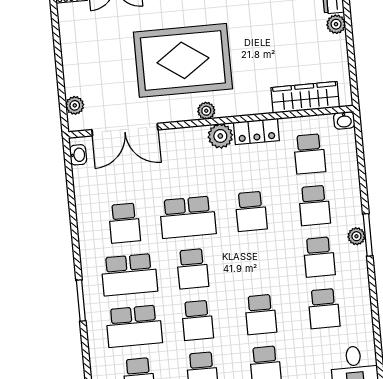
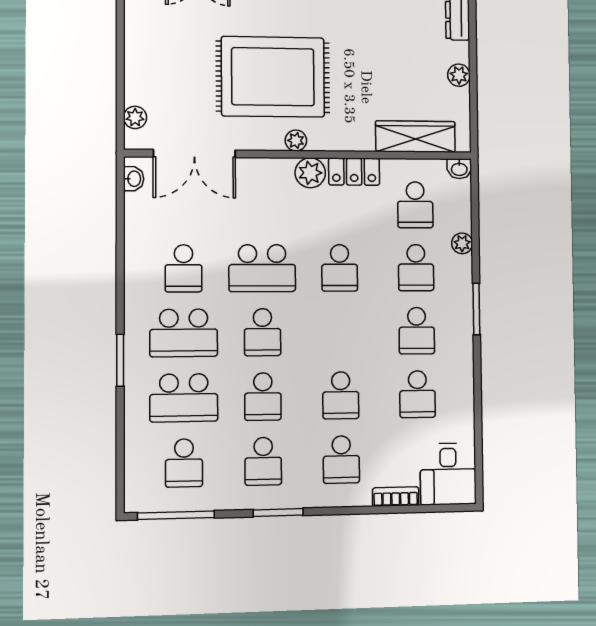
plant: (336, 24) -> (459, 75), moved
plant: (356, 236) -> (462, 243), moved

